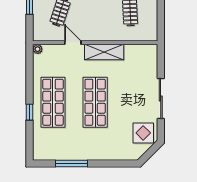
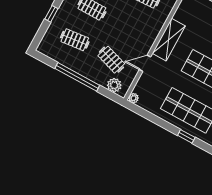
plant: (40, 26) -> (114, 85), added

